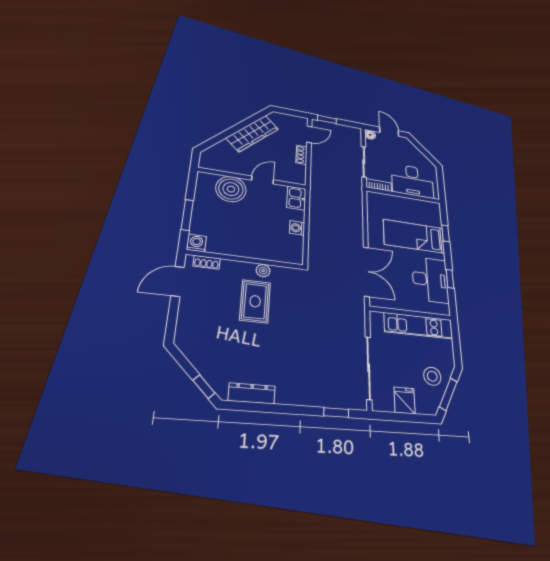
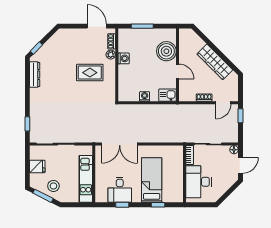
door: (309, 134) -> (223, 103), hinge flipped
washing machine: (196, 243) -> (124, 58), moved
plant: (263, 271) -> (111, 55), moved
desk: (430, 280) -> (120, 190), width x0.73

